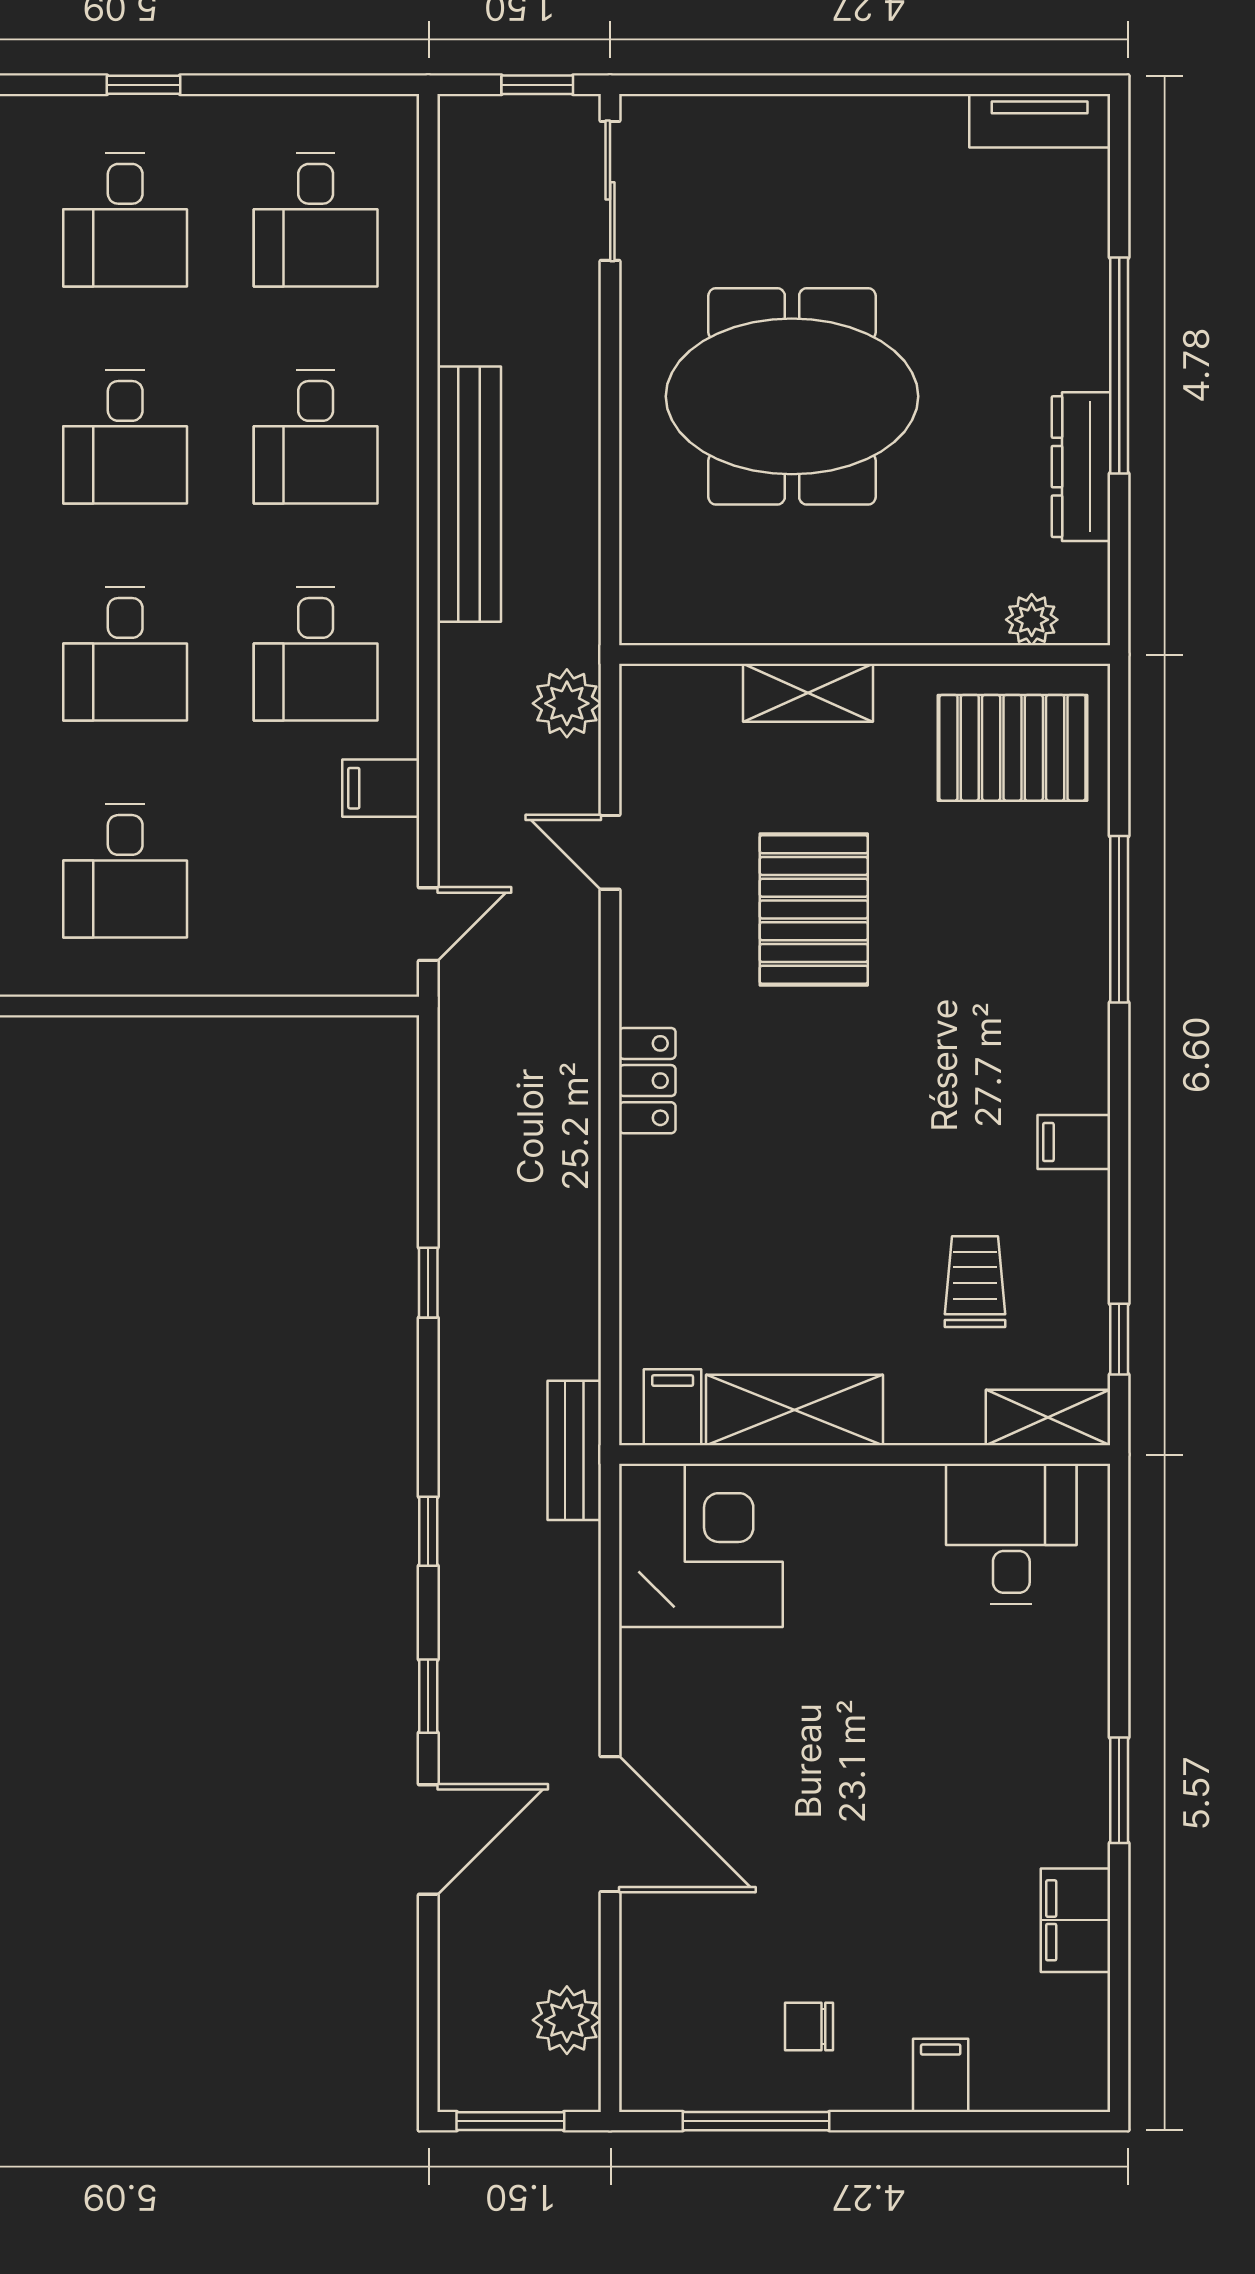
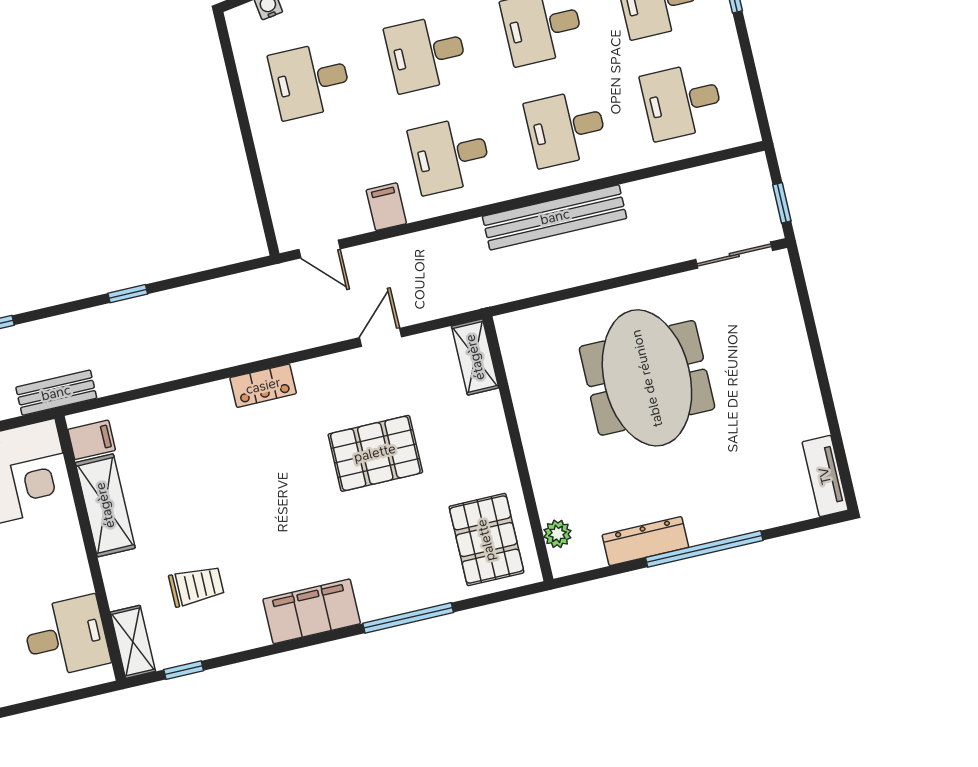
shelving: (808, 693) -> (475, 357), moved
plant: (567, 703) -> (455, 296), removed
filing cabinet: (1074, 1142) -> (312, 611), width x3.00, depth x1.17

